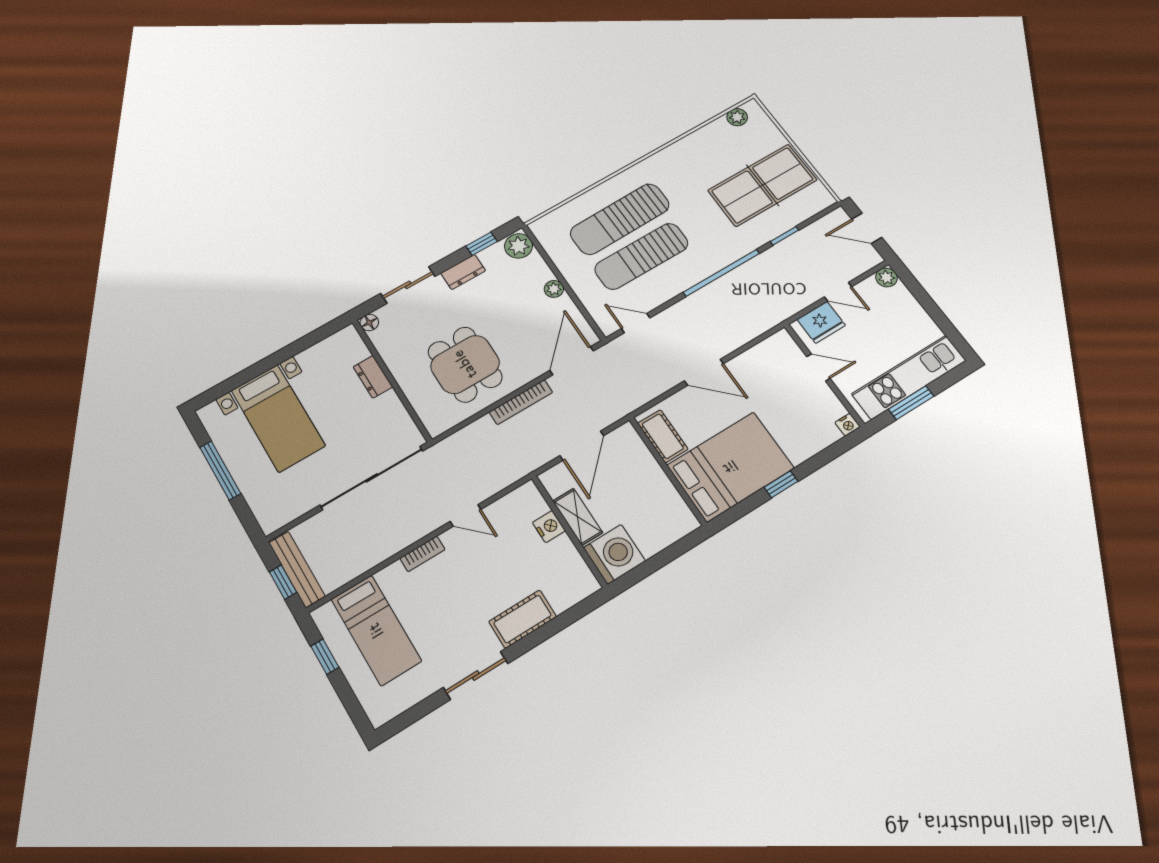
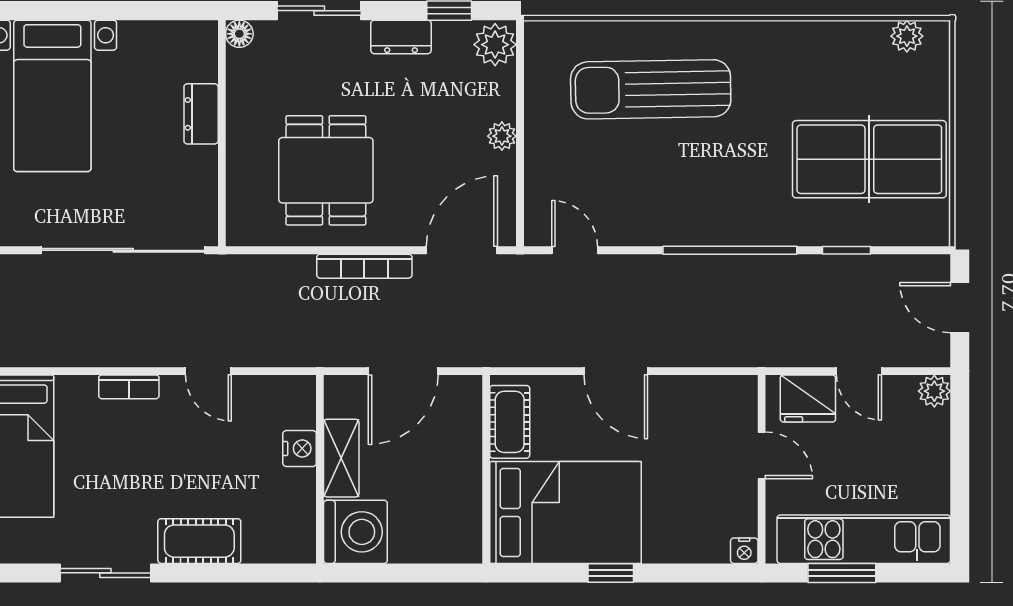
sun lounger: (641, 256) -> (643, 161), removed

